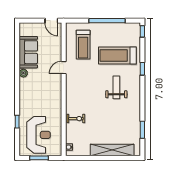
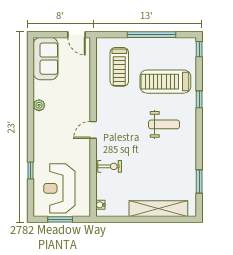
sofa: (28, 52) -> (46, 59), moved
door: (64, 68) -> (93, 130), moved
weight bench: (116, 87) -> (164, 124), turned 90
reception desk: (39, 135) -> (59, 188), turned 180

